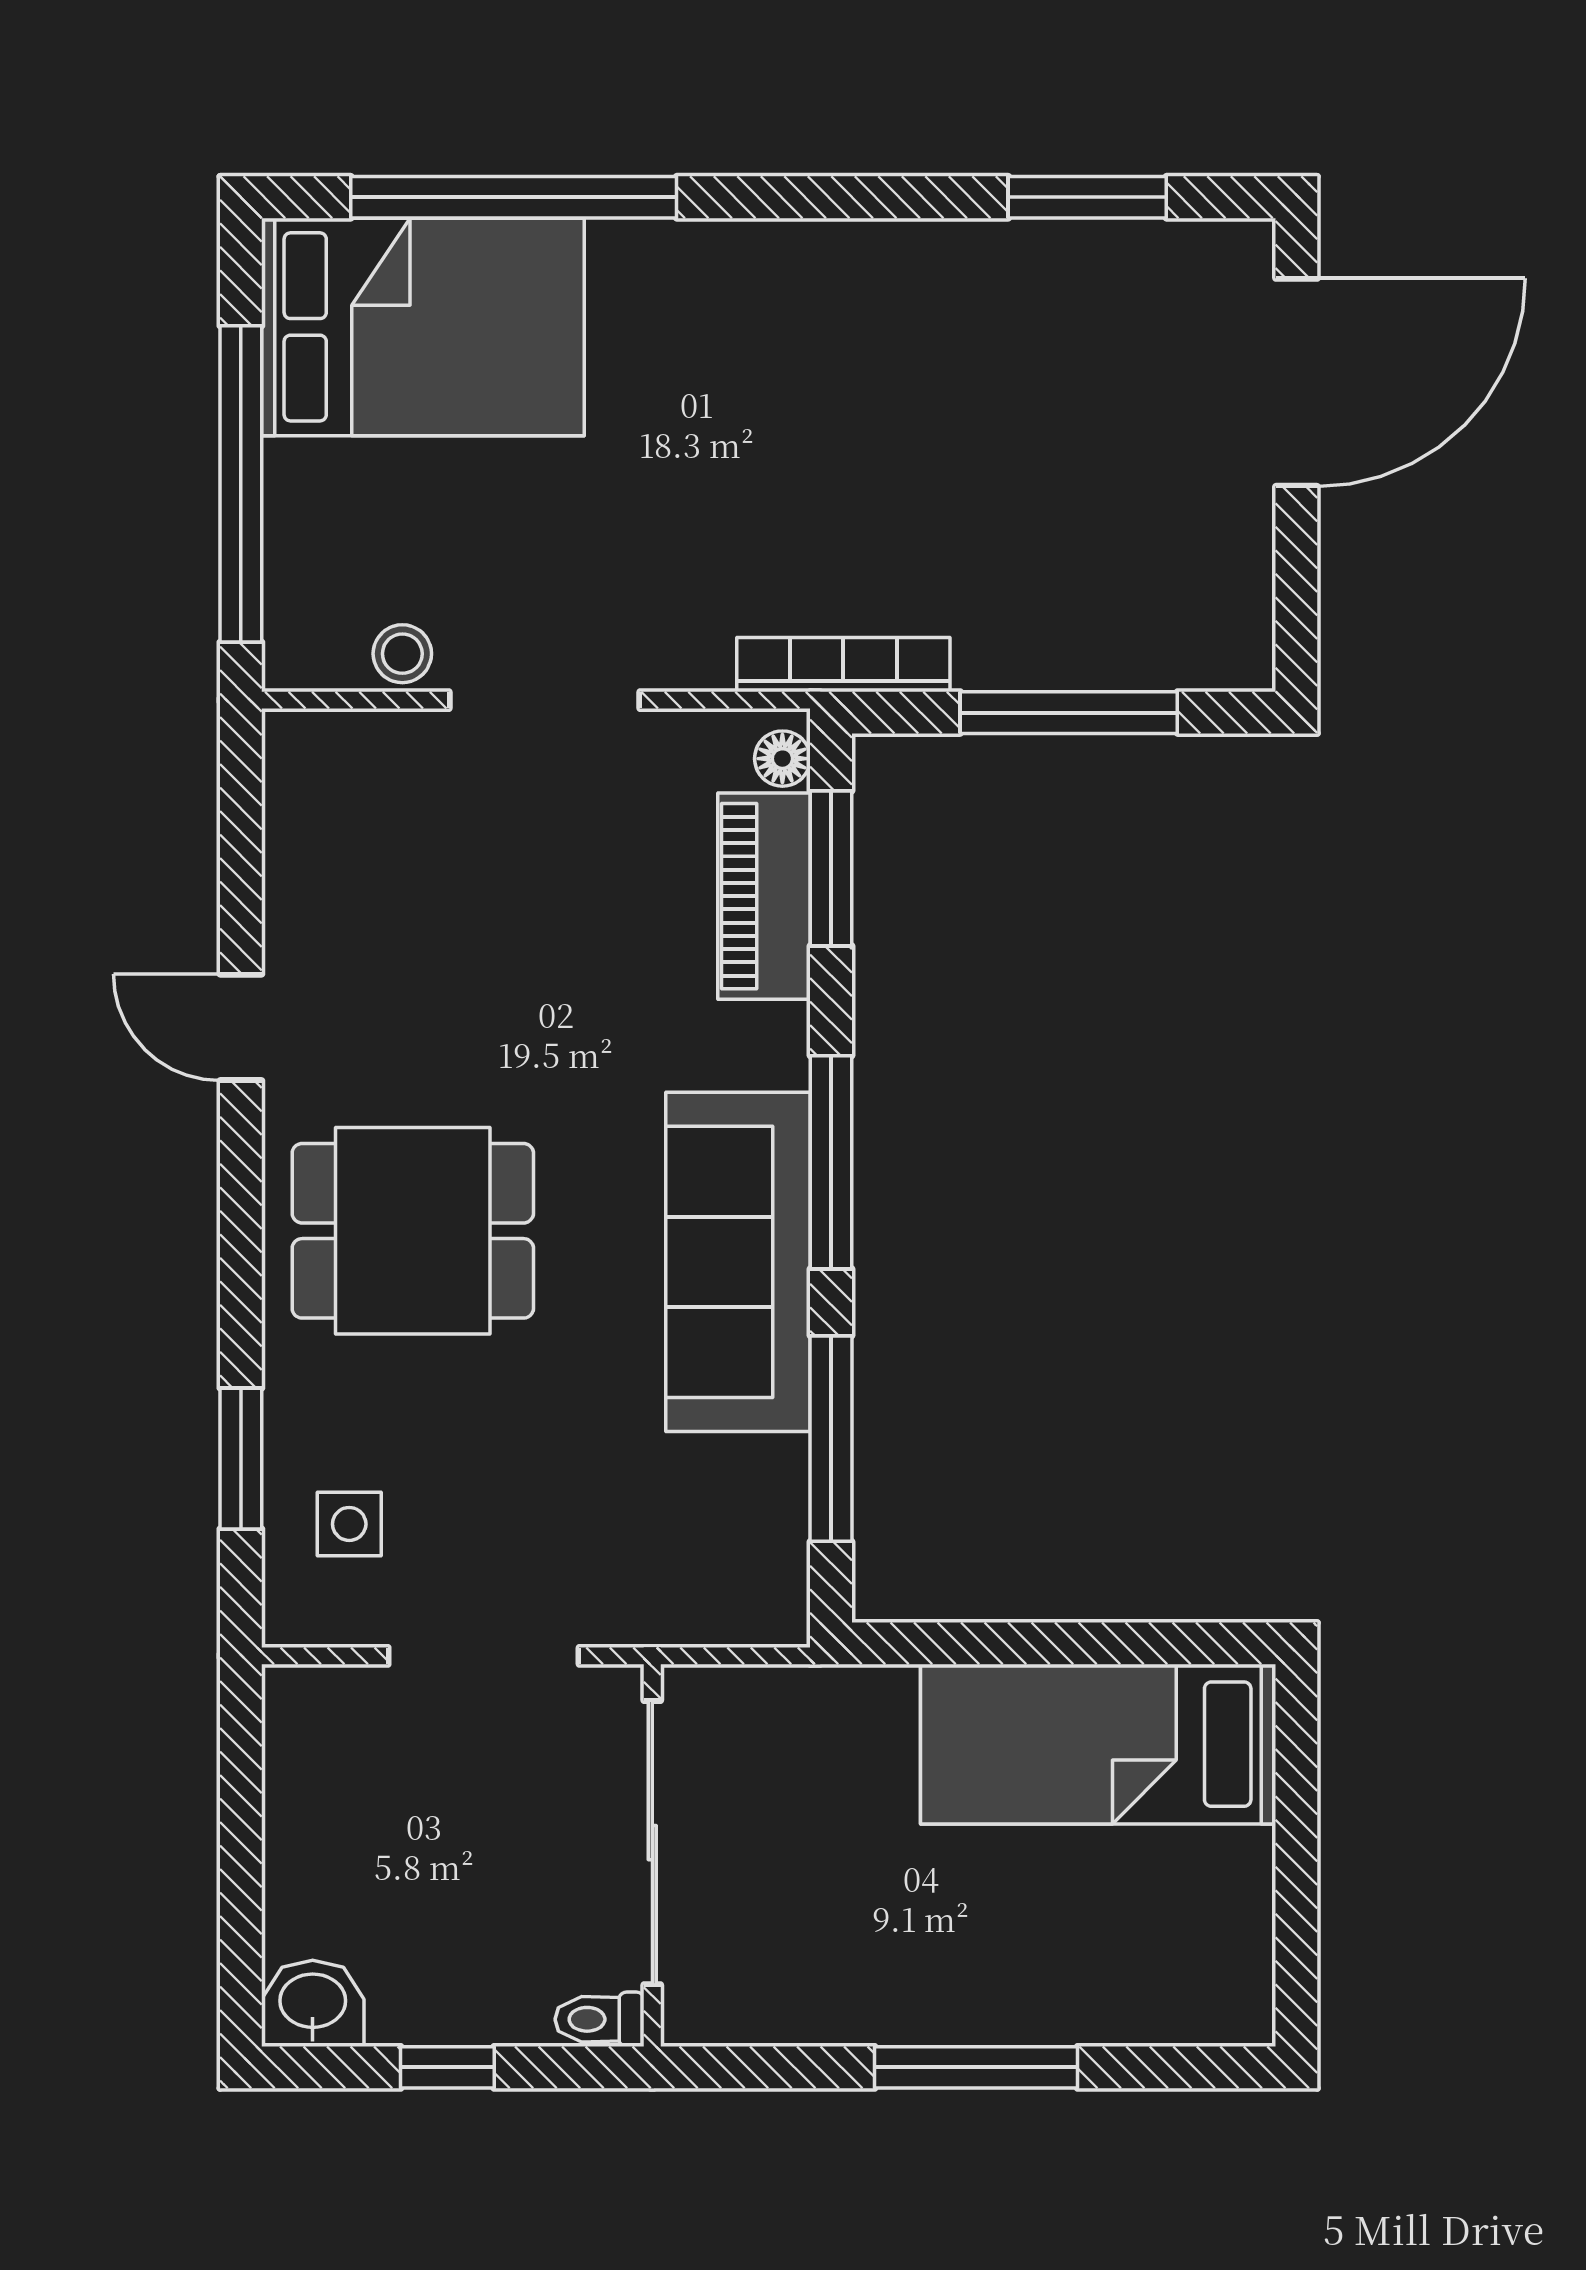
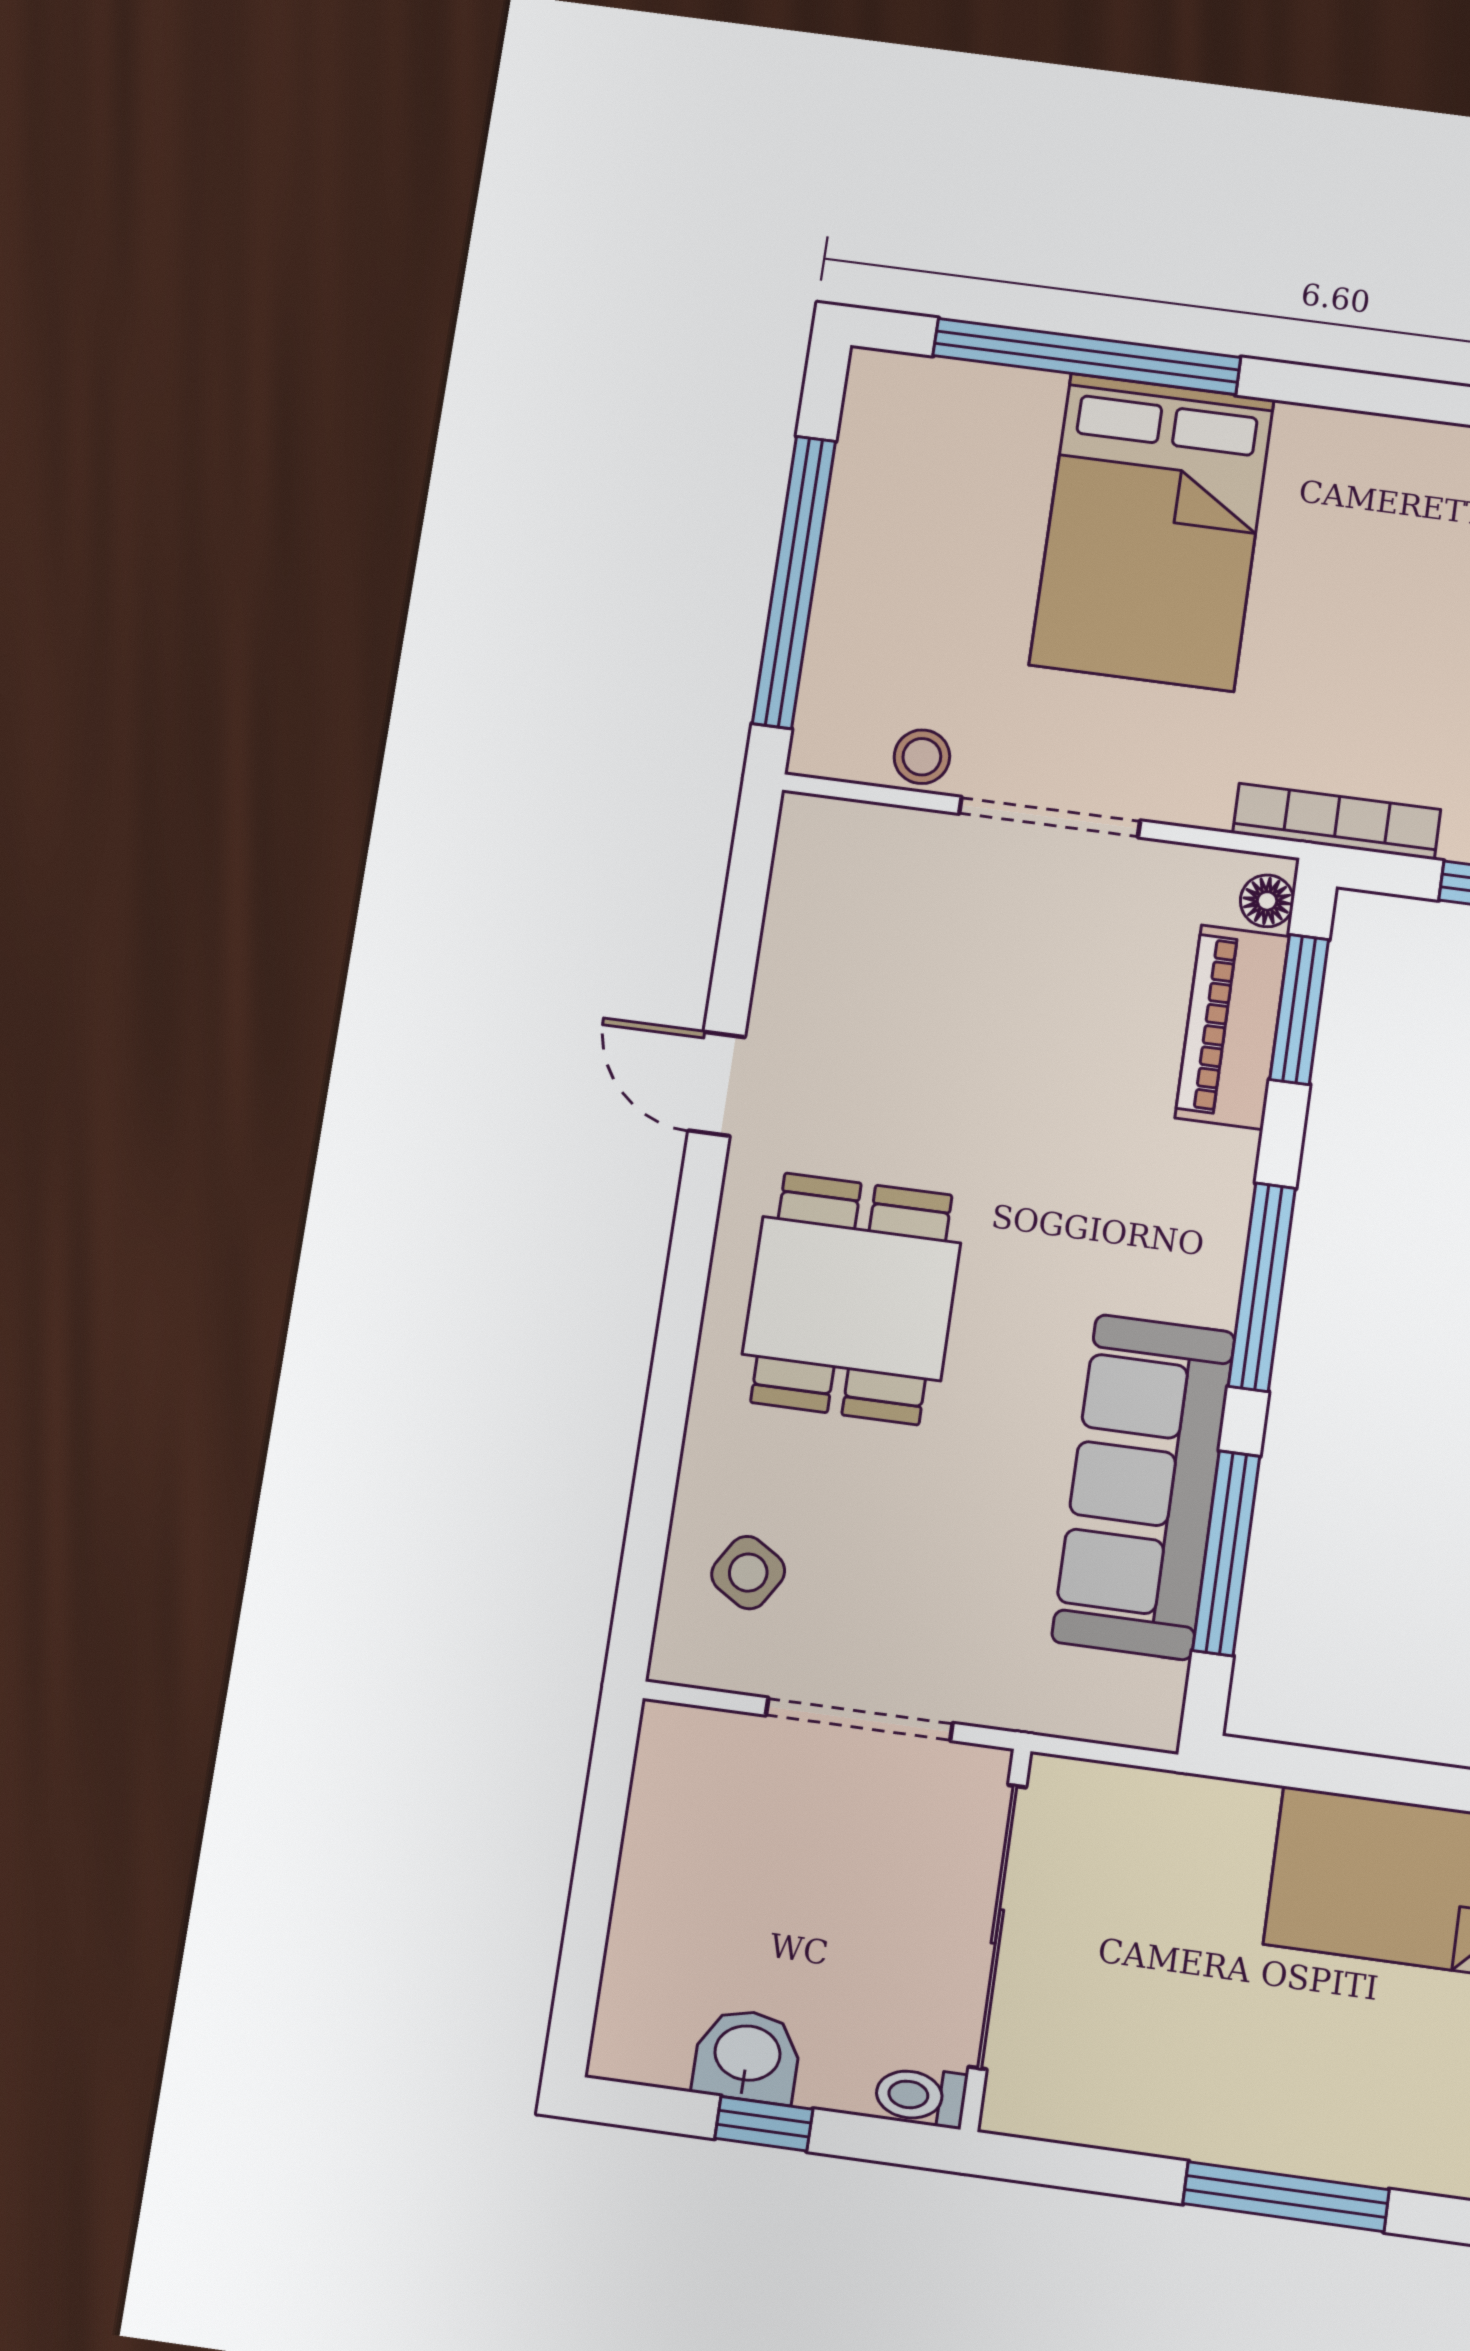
bed: (423, 327) -> (1152, 532), moved, turned 90
dining table: (413, 1231) -> (852, 1298), turned 90
sofa: (738, 1262) -> (1144, 1486), moved
window: (241, 1459) -> (653, 1495), removed
side table: (349, 1524) -> (748, 1573), turned 32
washbasin: (313, 2003) -> (747, 2056), moved

